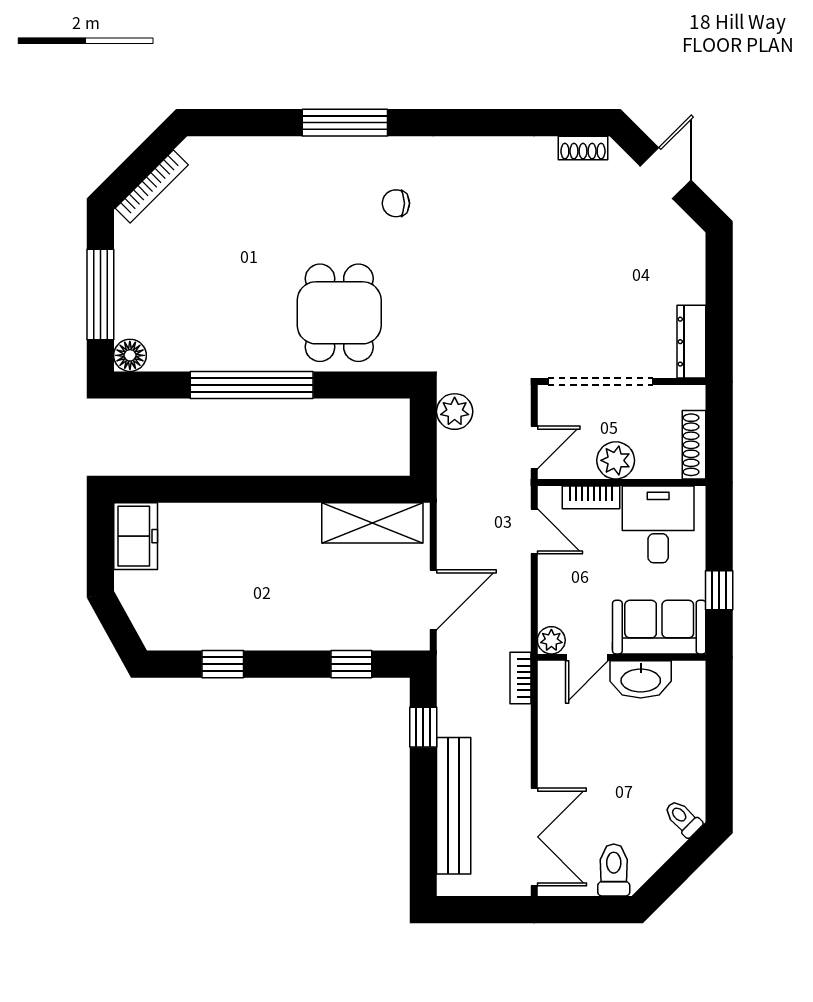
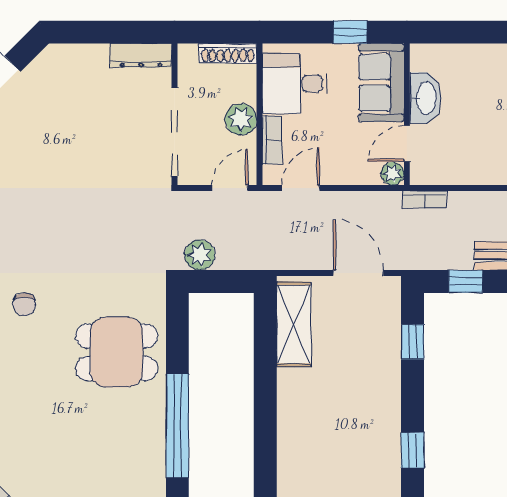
door: (534, 447) -> (230, 188), hinge flipped
door: (587, 657) -> (407, 144), swing flipped

